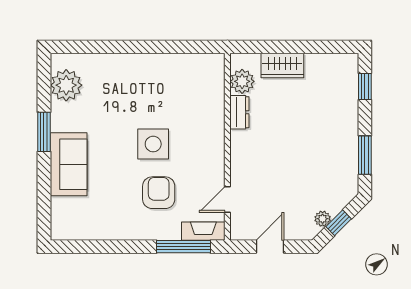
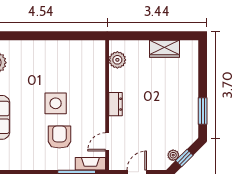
wardrobe: (282, 65) -> (164, 49), moved
window: (365, 87) -> (203, 63), removed
dresser: (239, 112) -> (116, 104), moved

